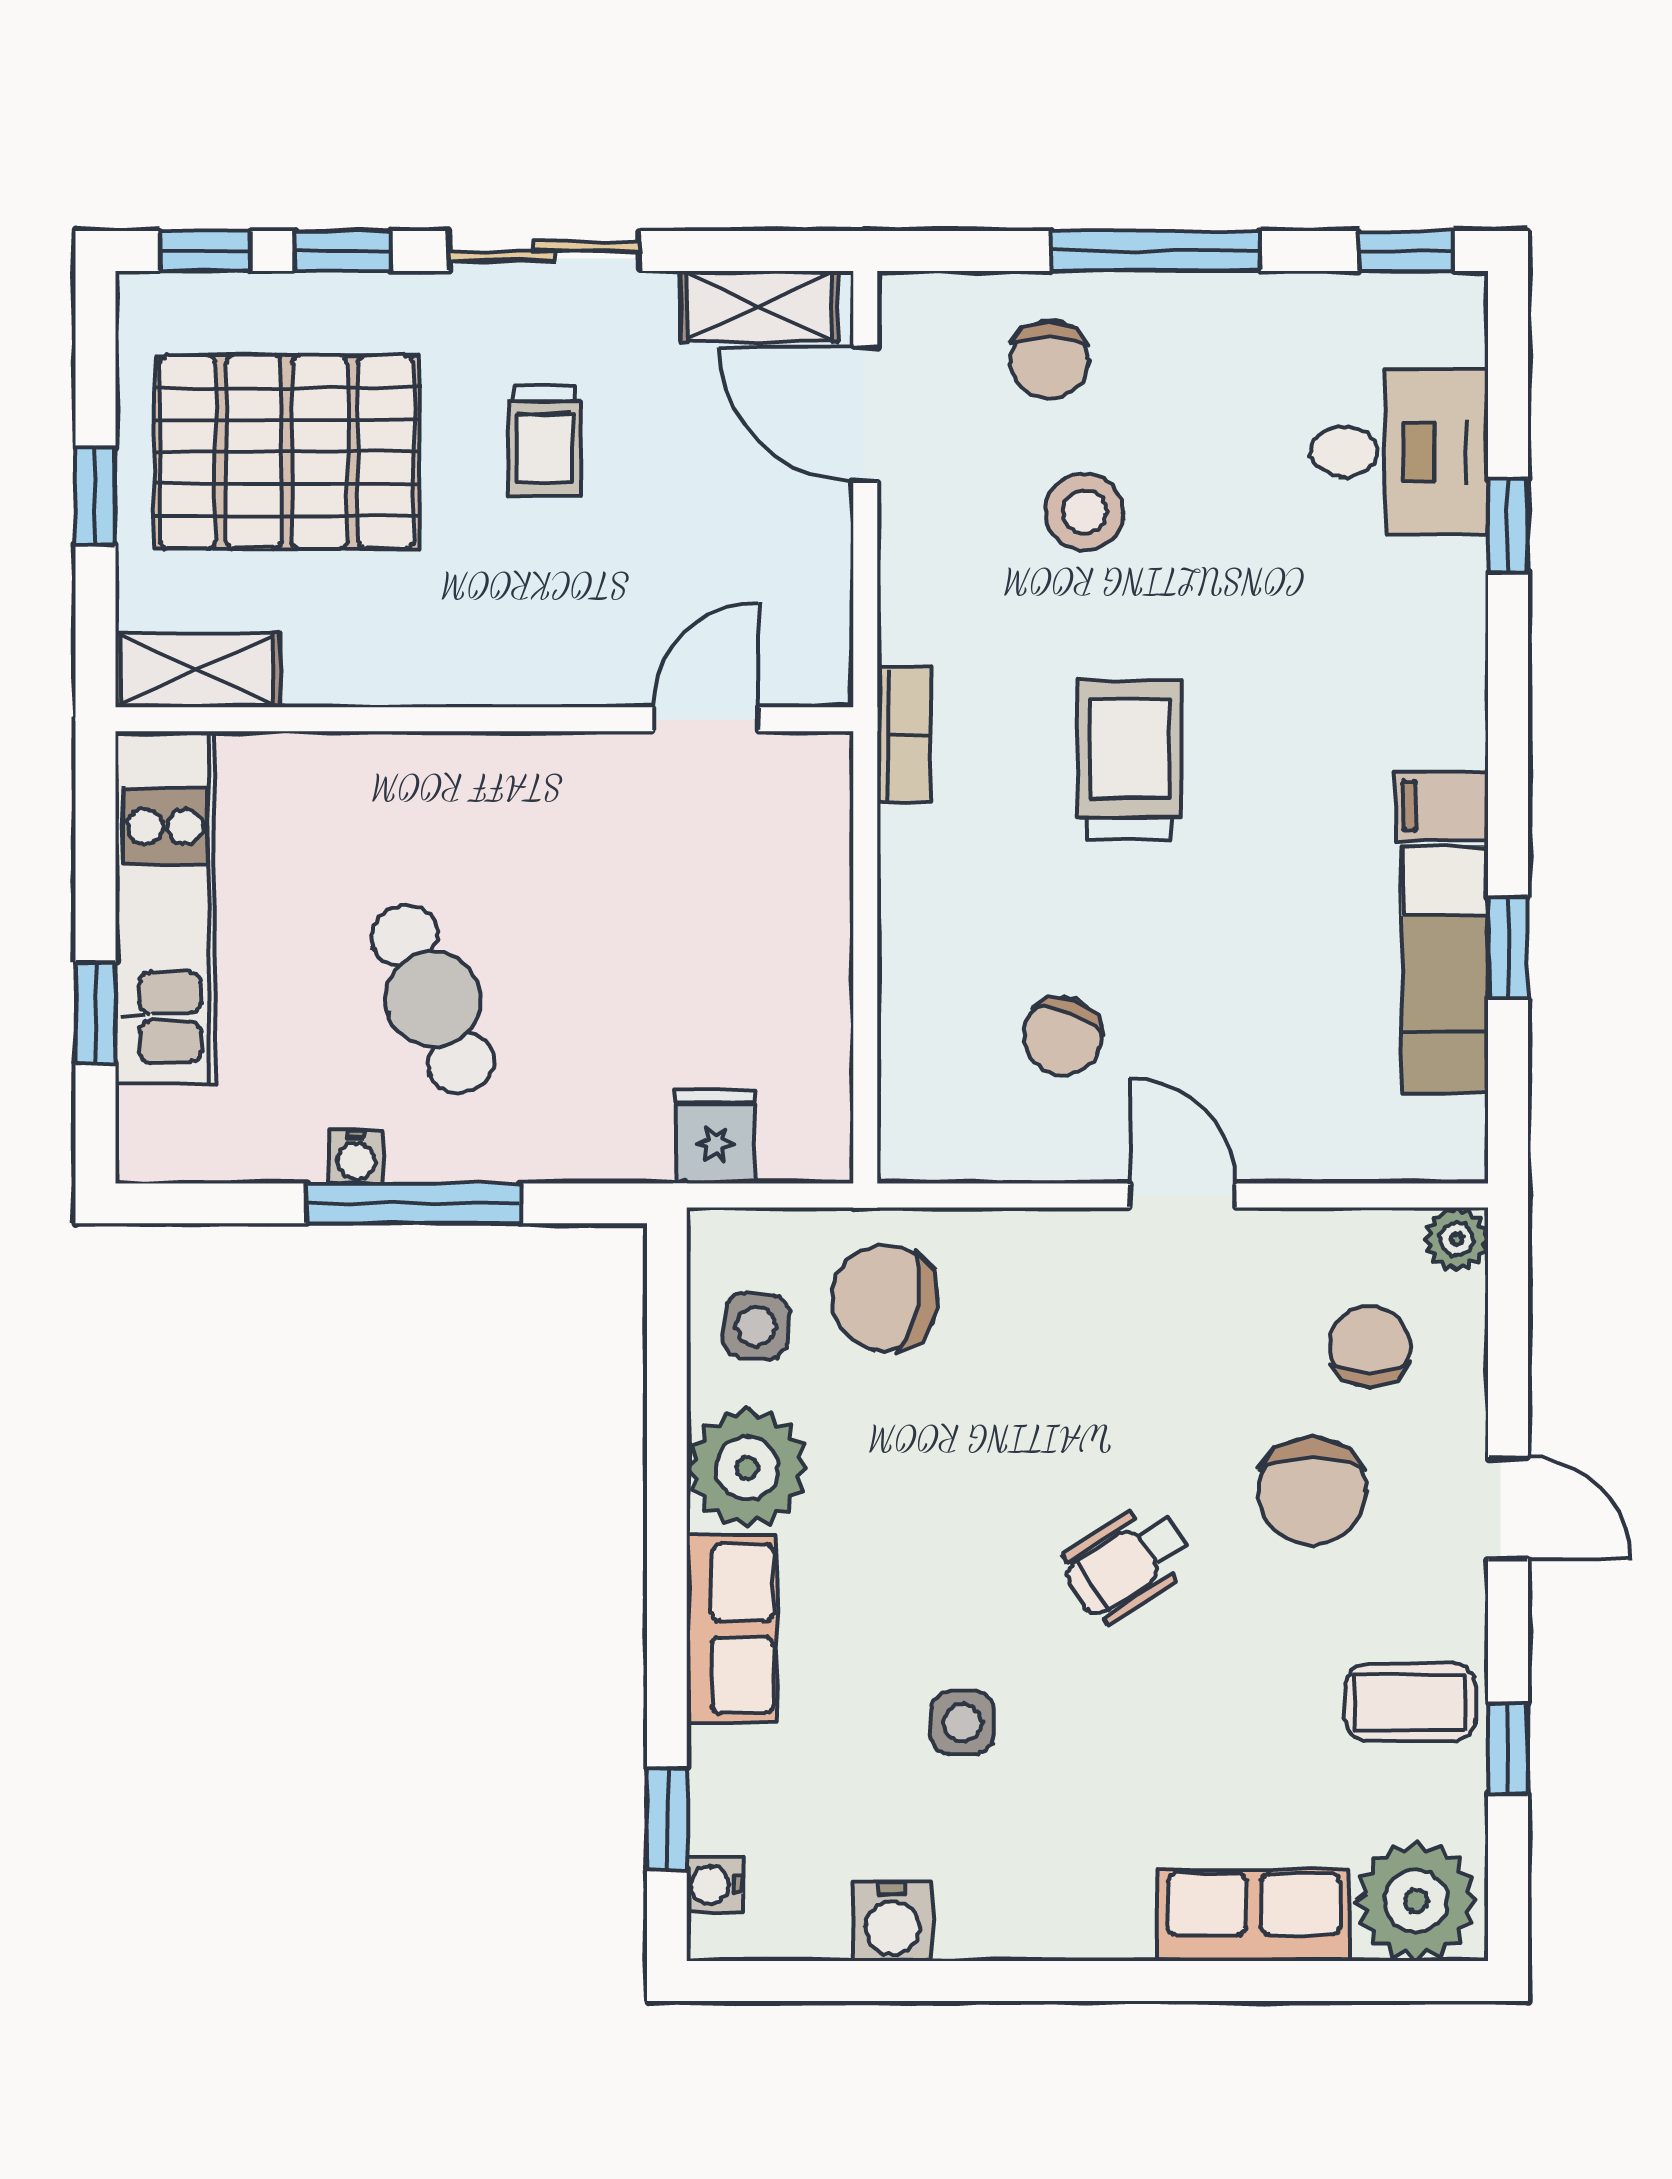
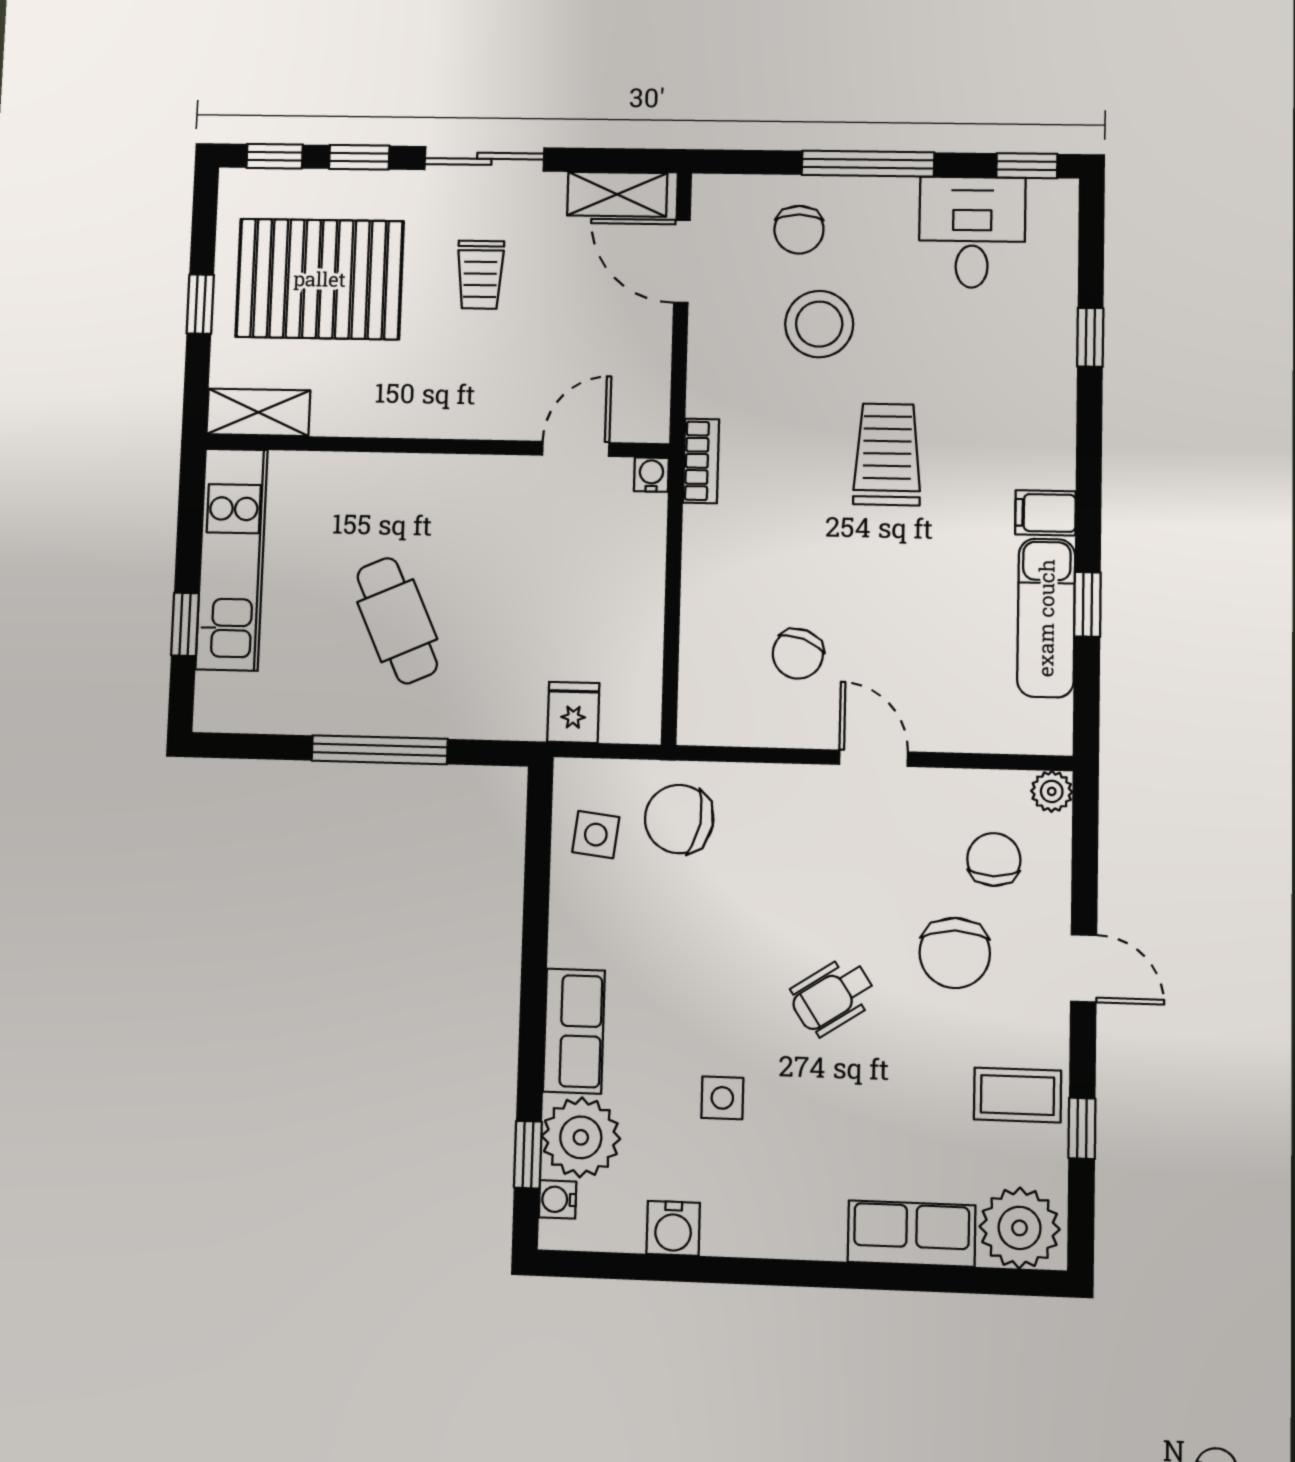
desk: (1399, 452) -> (972, 232), moved, turned -90
stool: (1084, 512) -> (819, 324), width x1.38, depth x1.38
trolley: (1130, 760) -> (887, 454), moved
water cooler: (356, 1157) -> (651, 475), moved, turned 180
plant: (747, 1468) -> (581, 1137), moved

